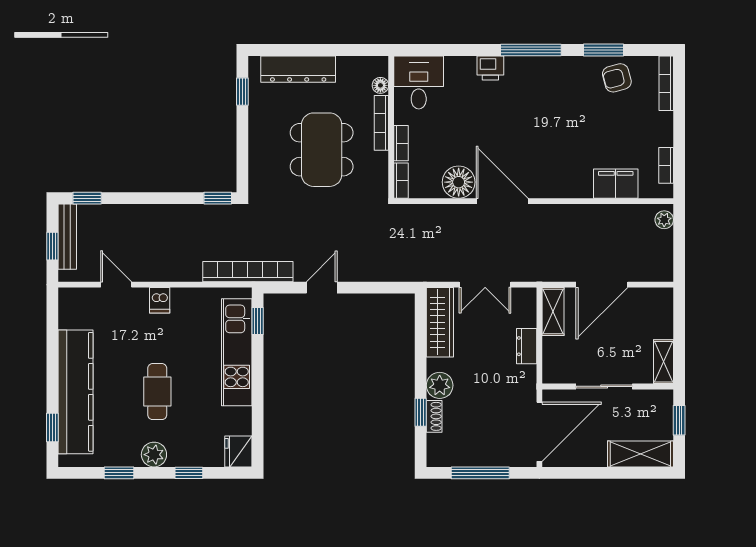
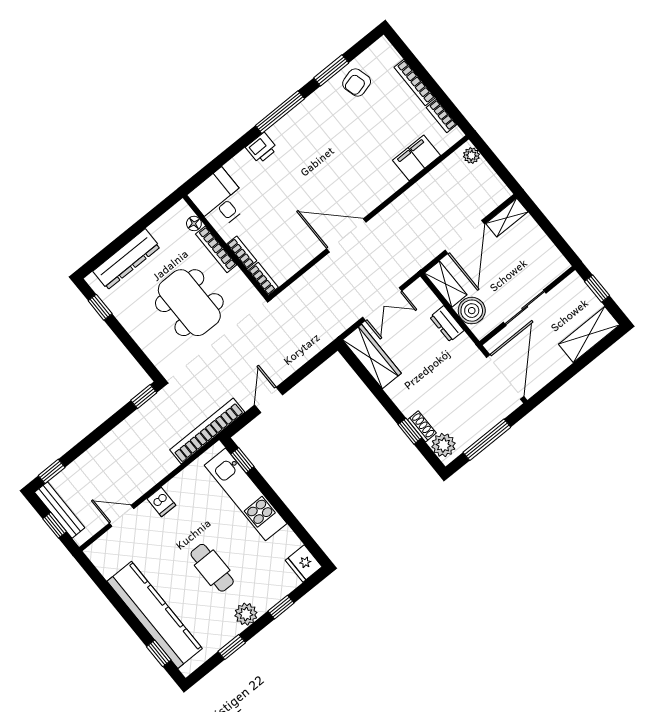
bookcase: (666, 83) -> (415, 83), moved
floor lamp: (459, 182) -> (305, 247), removed
boiler: (557, 352) -> (472, 311), added
shelving: (663, 362) -> (507, 218), moved, turned 90
plant: (440, 385) -> (444, 445), moved

